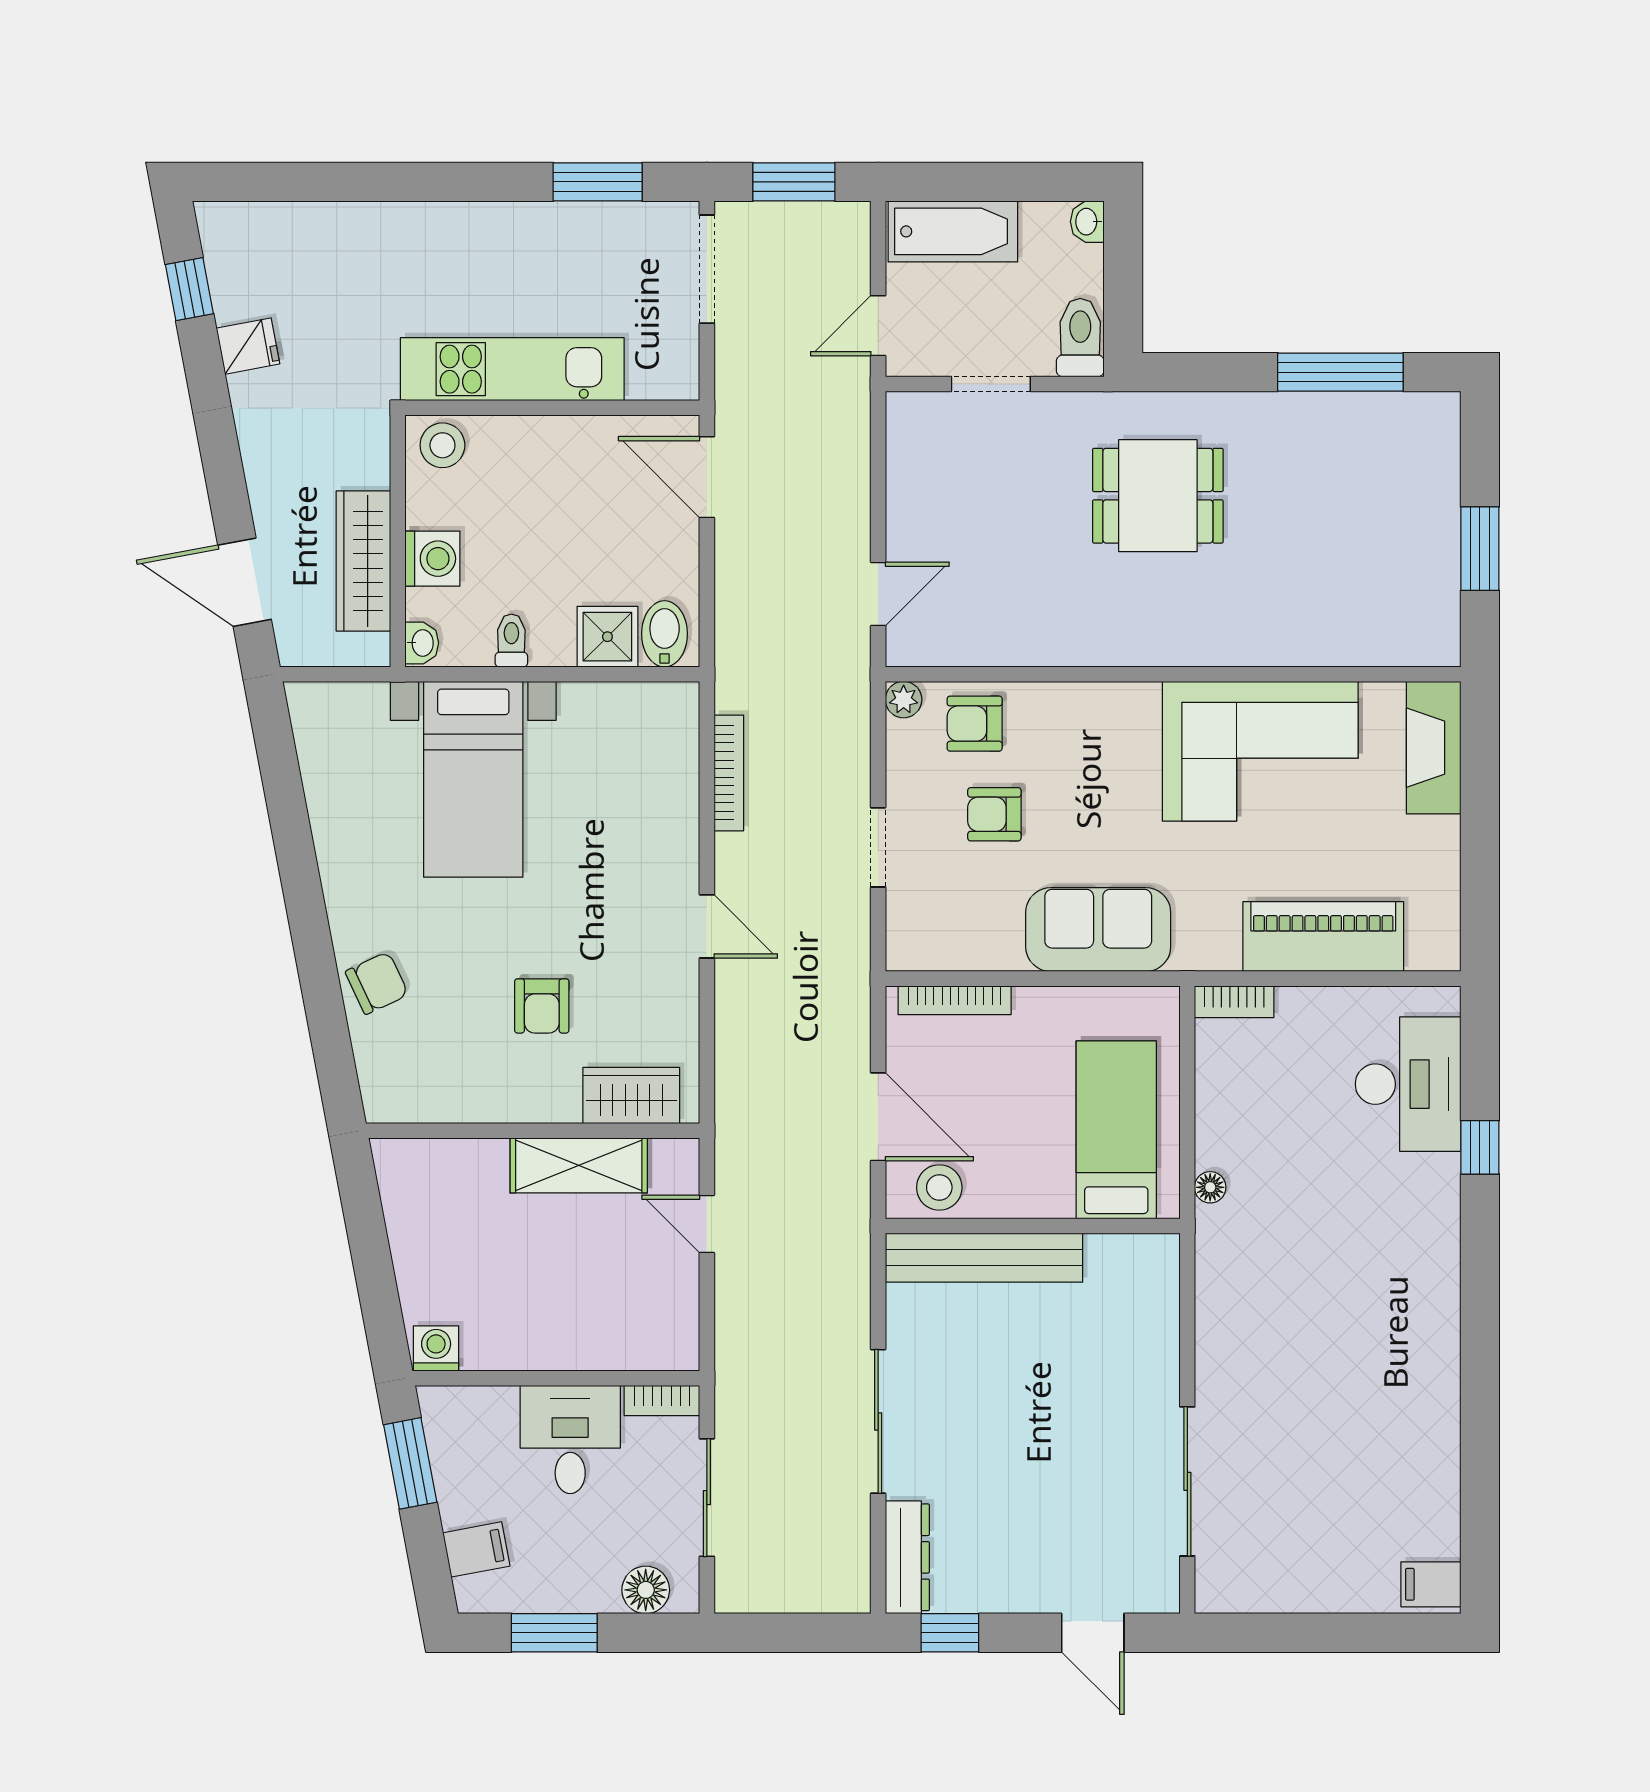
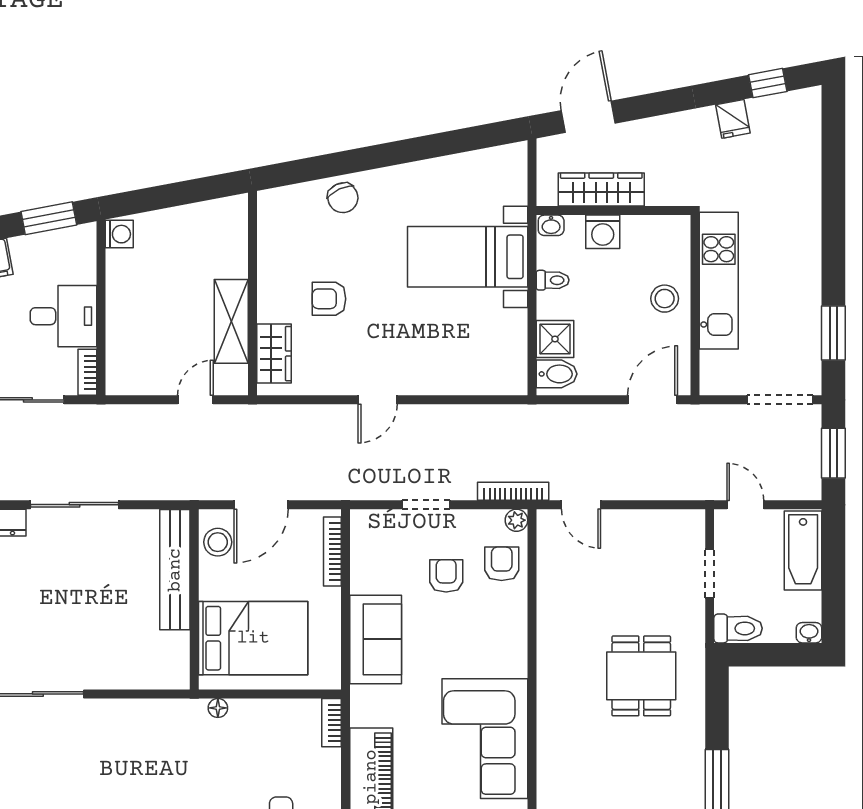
stool: (442, 445) -> (665, 299), moved
bookcase: (729, 773) -> (513, 491), moved, turned 180
bed: (1116, 1130) -> (253, 638), width x1.50

